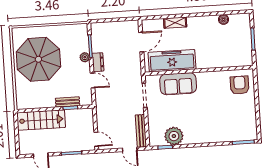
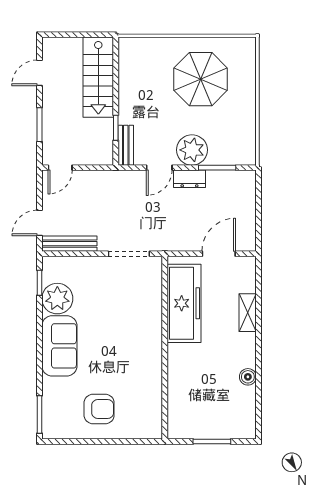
boiler: (223, 19) -> (248, 377), moved
door: (141, 42) -> (219, 254), swing flipped
plant: (85, 57) -> (192, 150), width x1.88, depth x1.88
parasol: (38, 59) -> (201, 79), width x0.73, depth x0.73
sofa: (178, 84) -> (59, 346), moved, turned 180
armchair: (240, 85) -> (99, 409), moved
bench: (68, 102) -> (126, 145), moved

